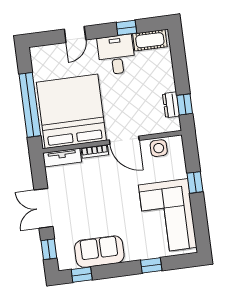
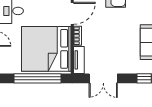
double door: (43, 208) -> (103, 78), moved

